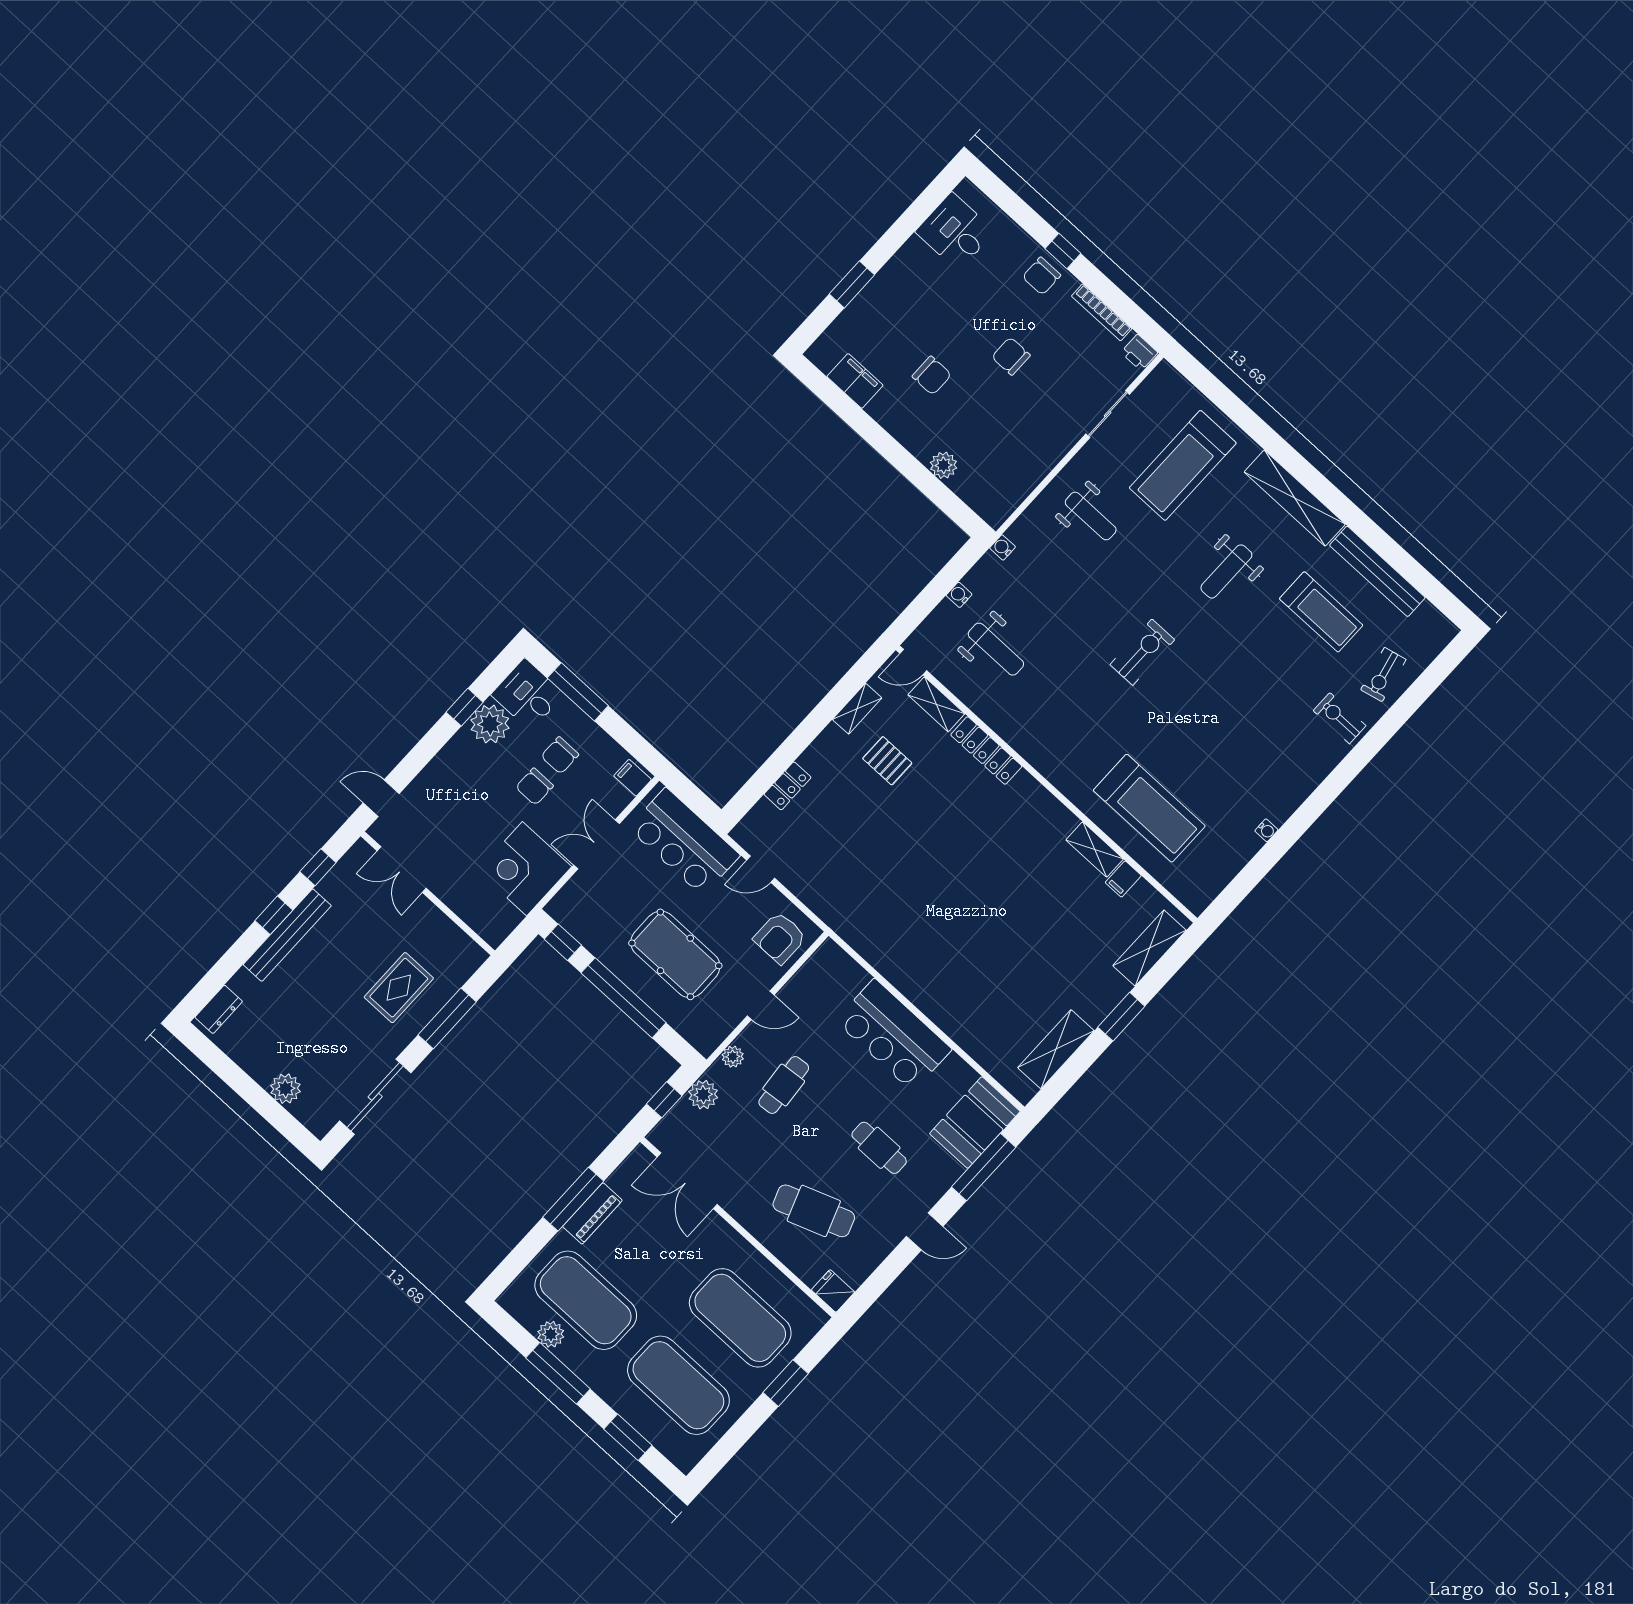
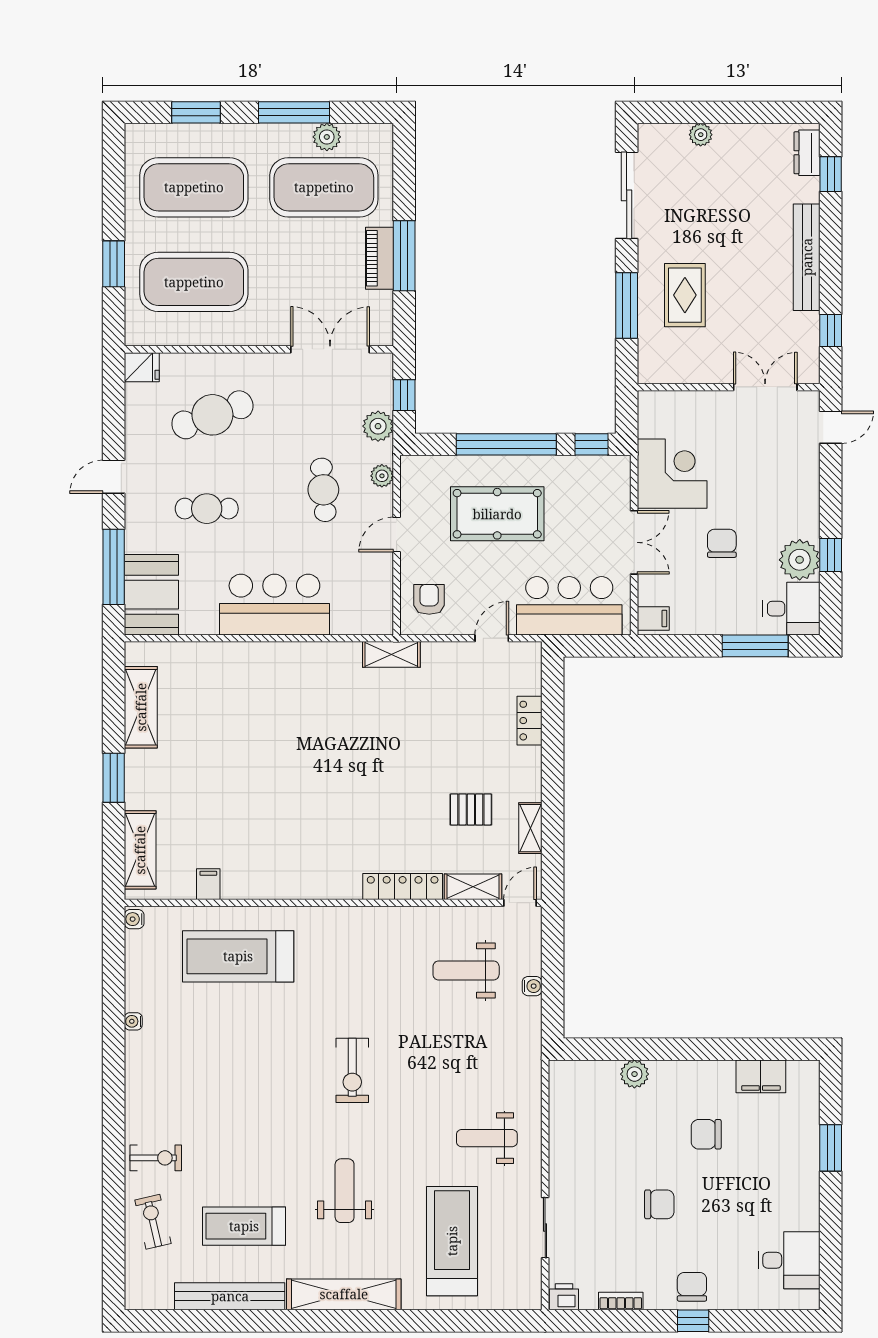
bookcase: (1102, 312) -> (621, 1301), width x0.64
water cooler: (1003, 547) -> (134, 919), moved, turned 180
chair: (560, 755) -> (724, 585), removed
shelving: (1095, 849) -> (391, 654), moved
window: (274, 915) -> (831, 174), moved
armchair: (780, 938) -> (429, 599), width x0.72, depth x0.72
plant: (285, 1089) -> (701, 135), width x0.73, depth x0.73

